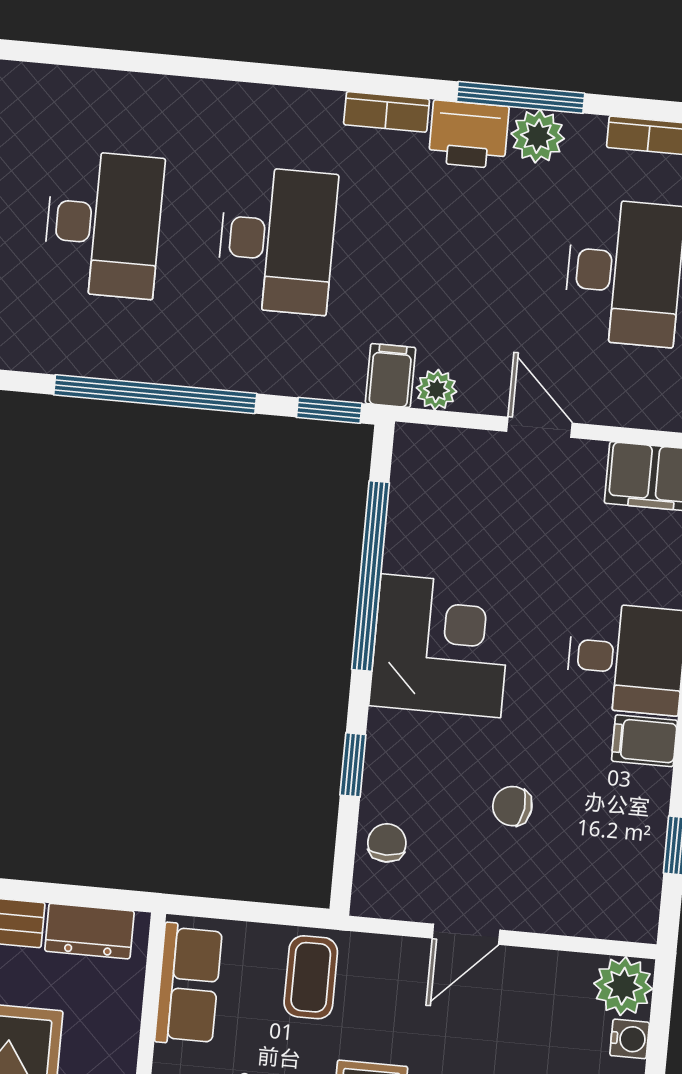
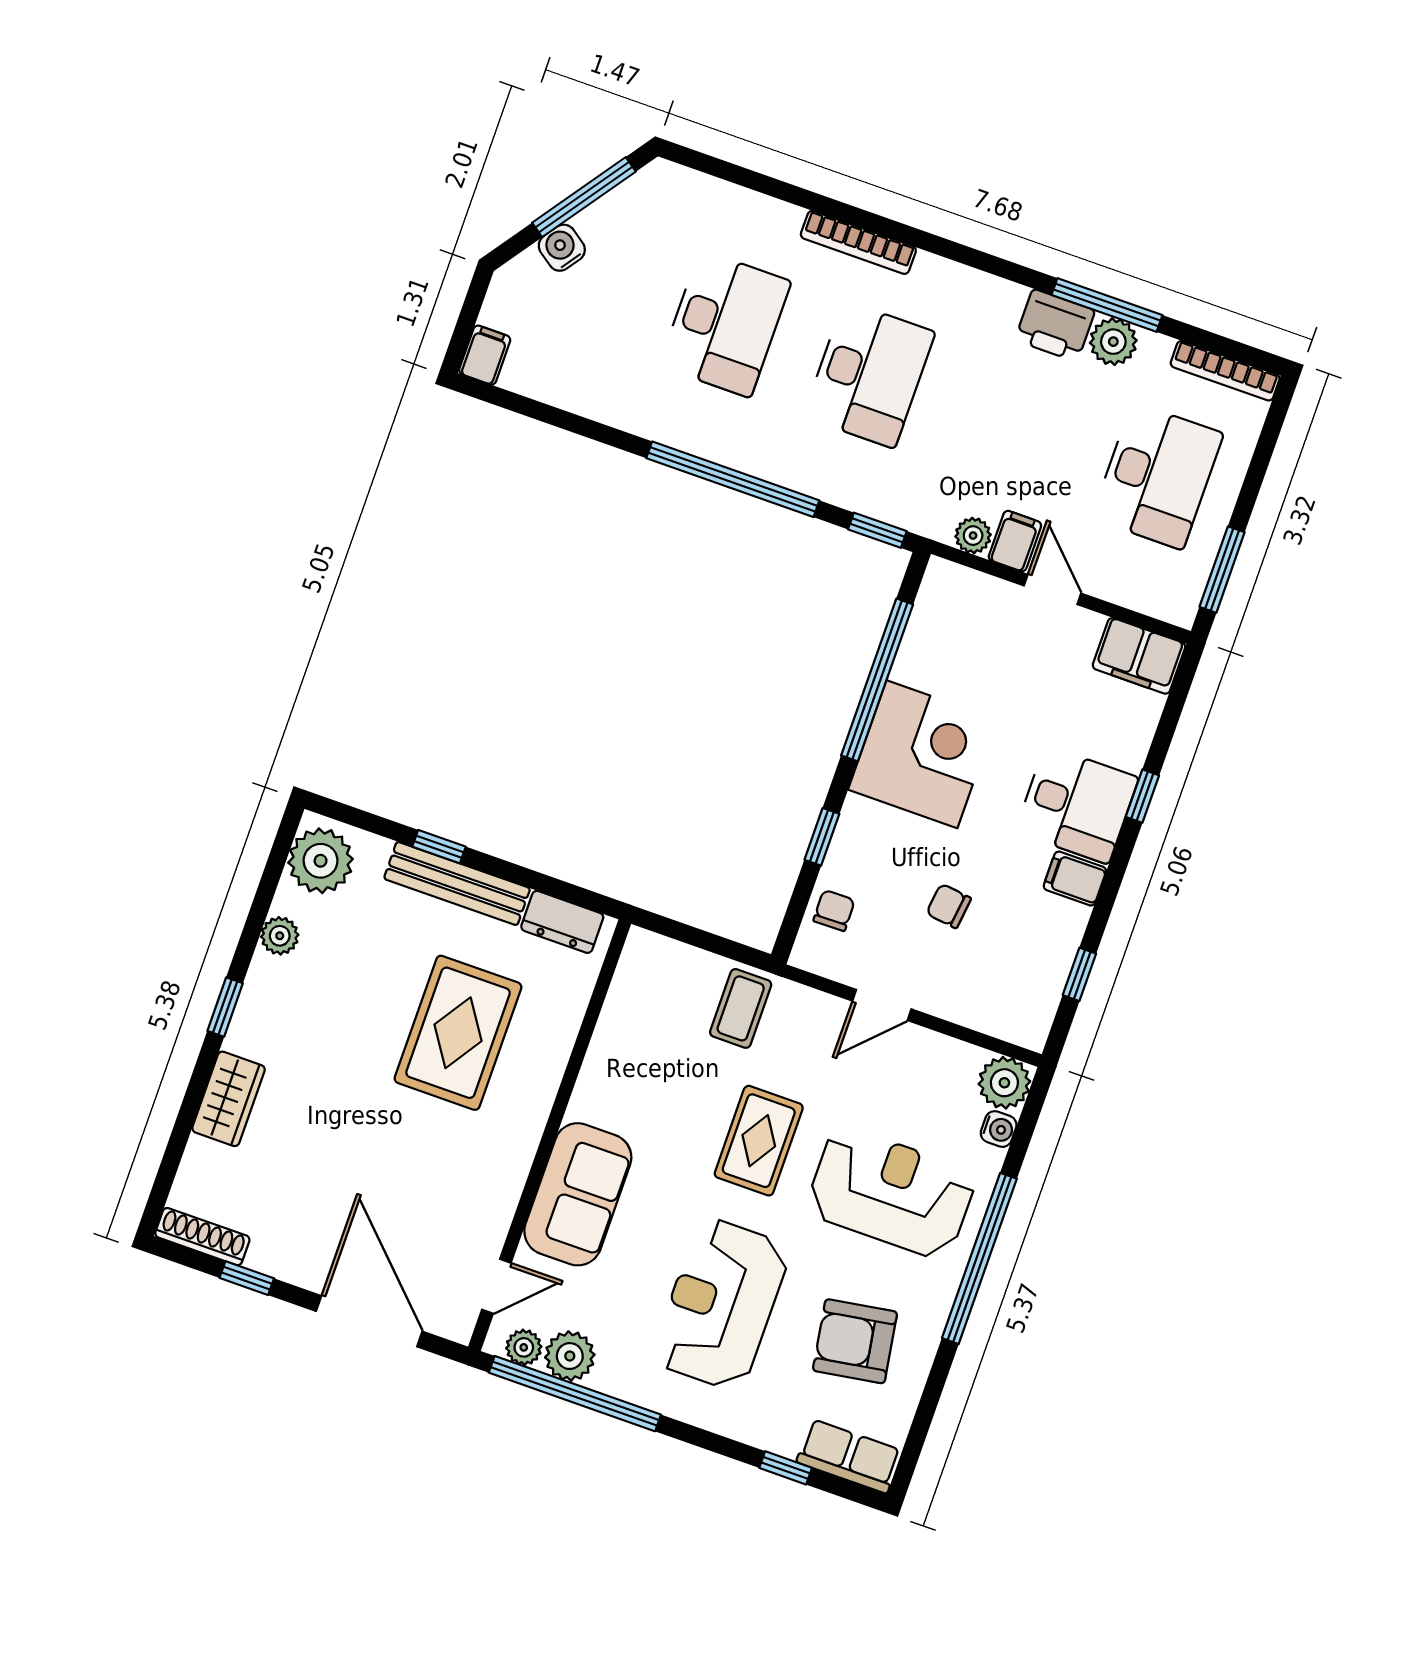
bookcase: (387, 112) -> (858, 242), moved, width x1.56
filing cabinet: (390, 375) -> (1015, 541), moved
row of seats: (189, 984) -> (635, 988), removed

